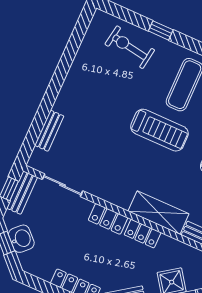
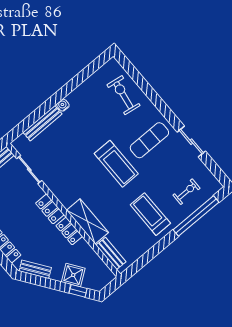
window: (161, 30) -> (151, 94), removed
water cooler: (66, 92) -> (63, 105), added
bench: (49, 131) -> (43, 123), width x1.36

